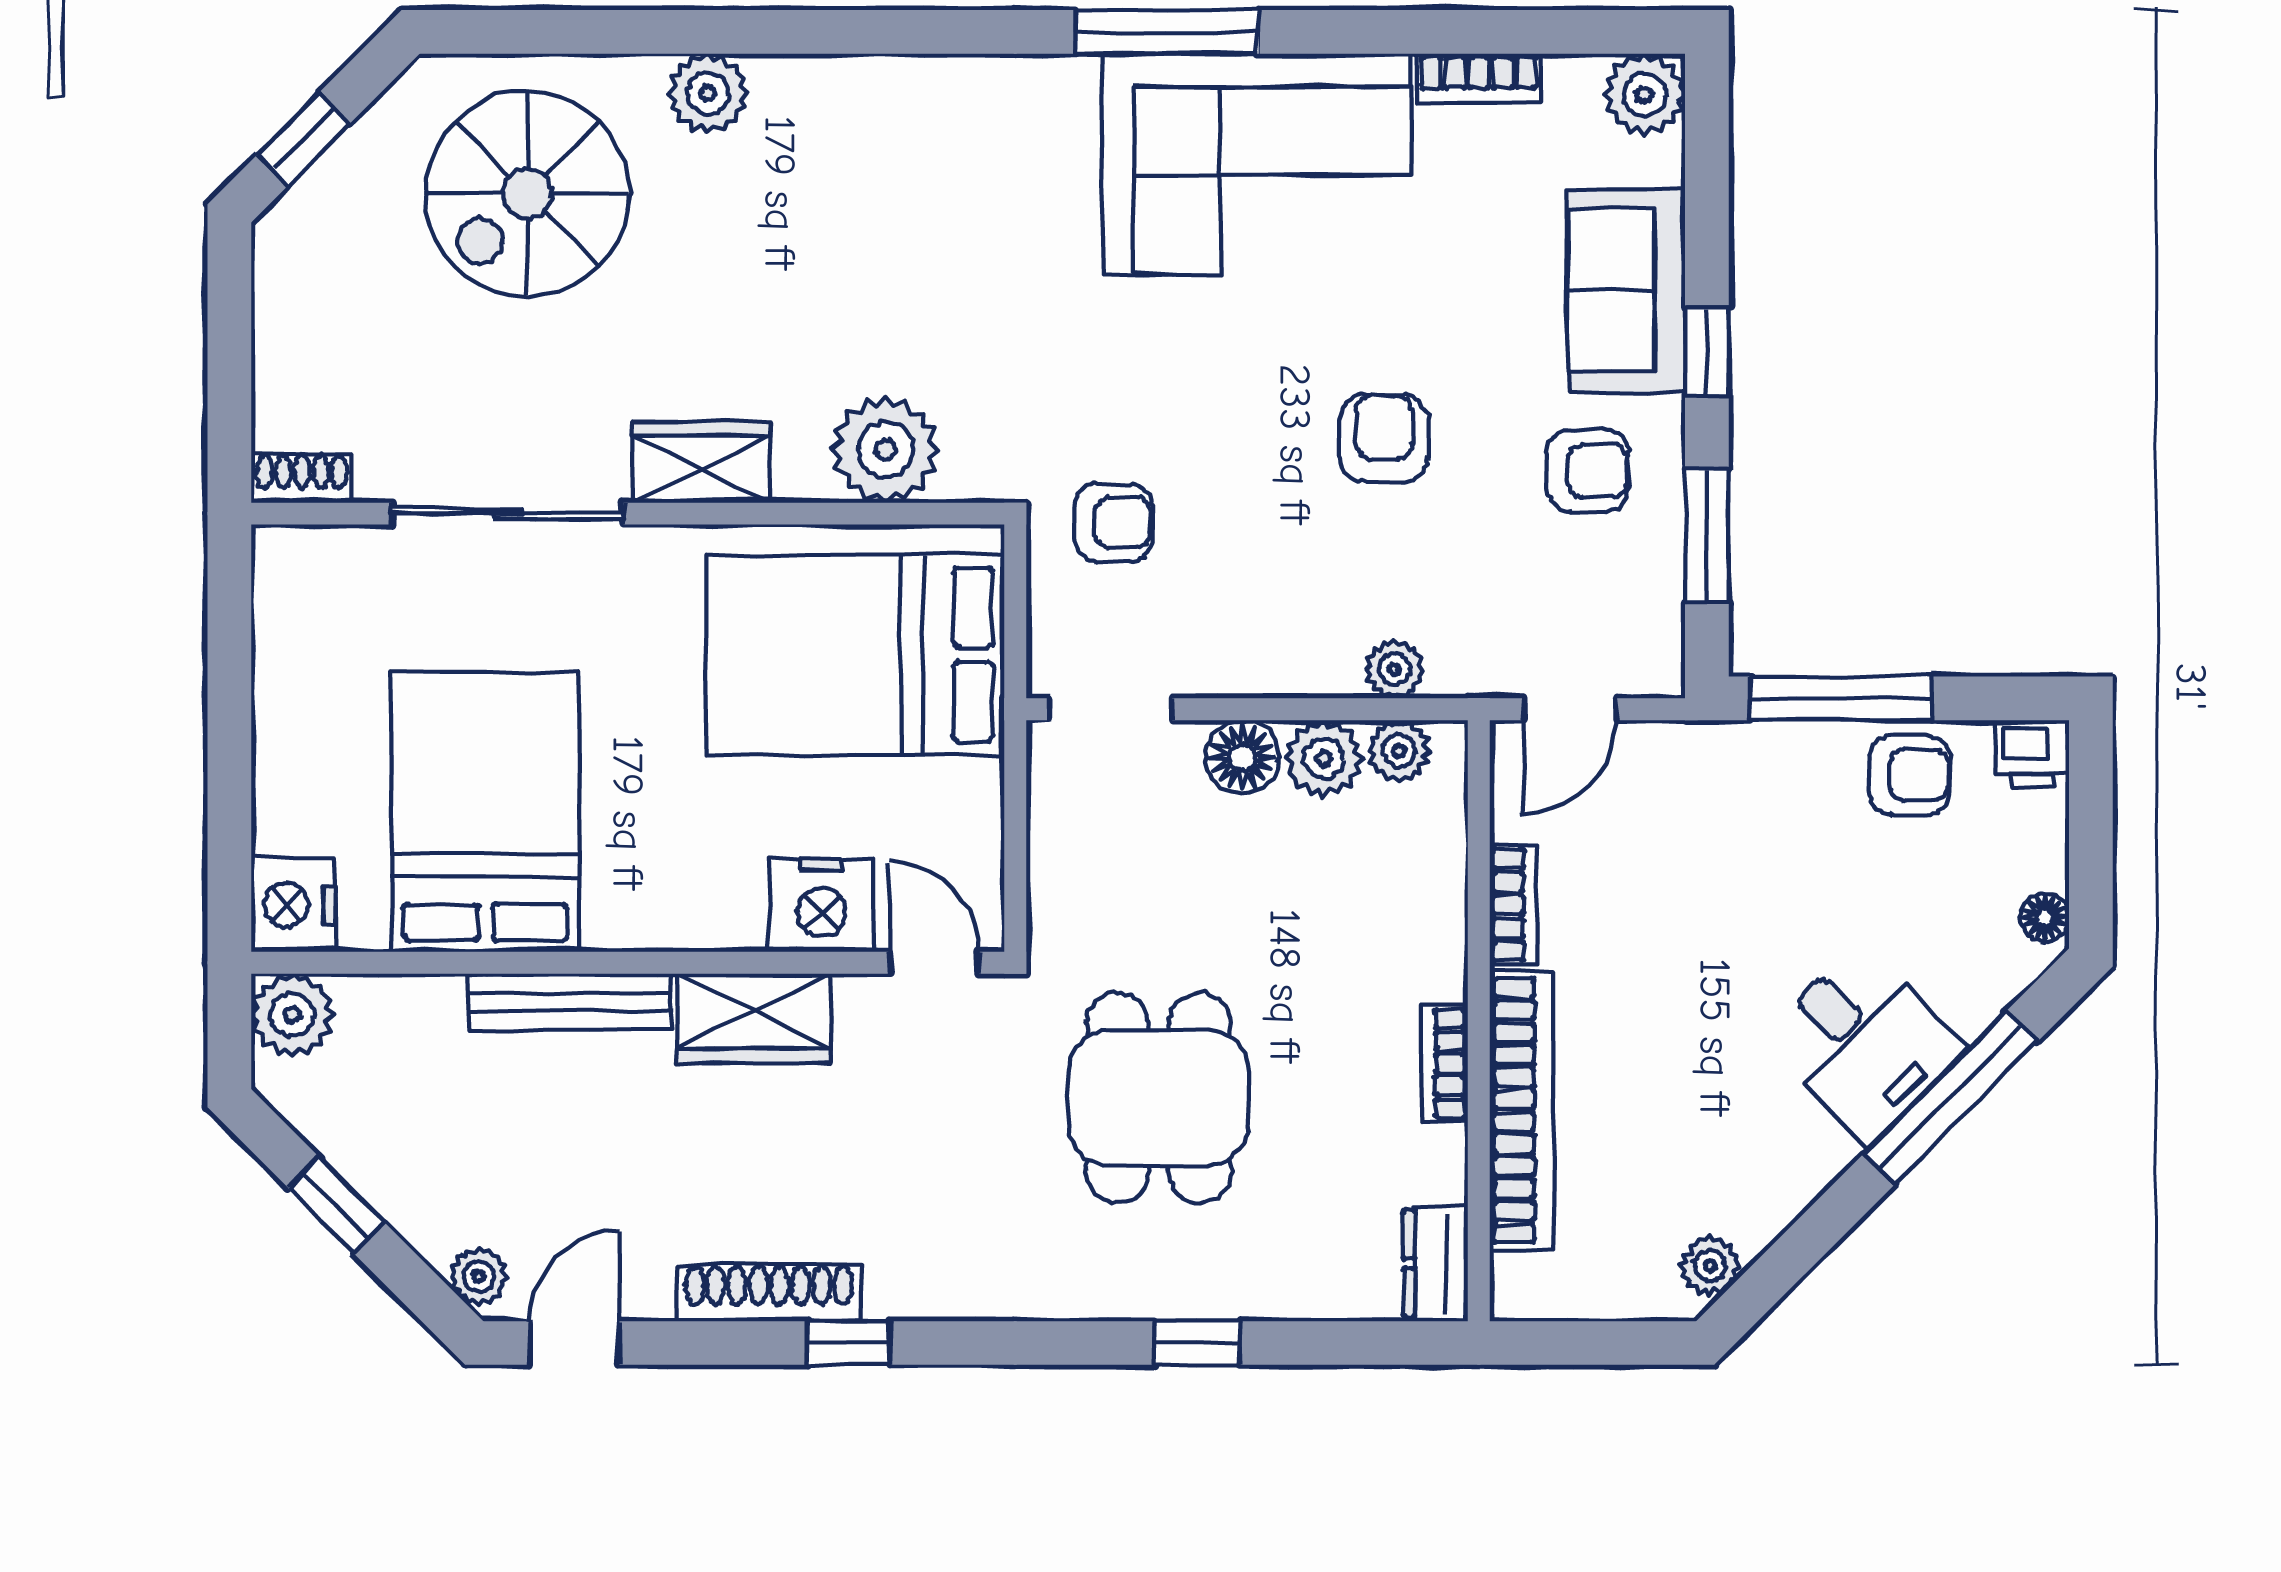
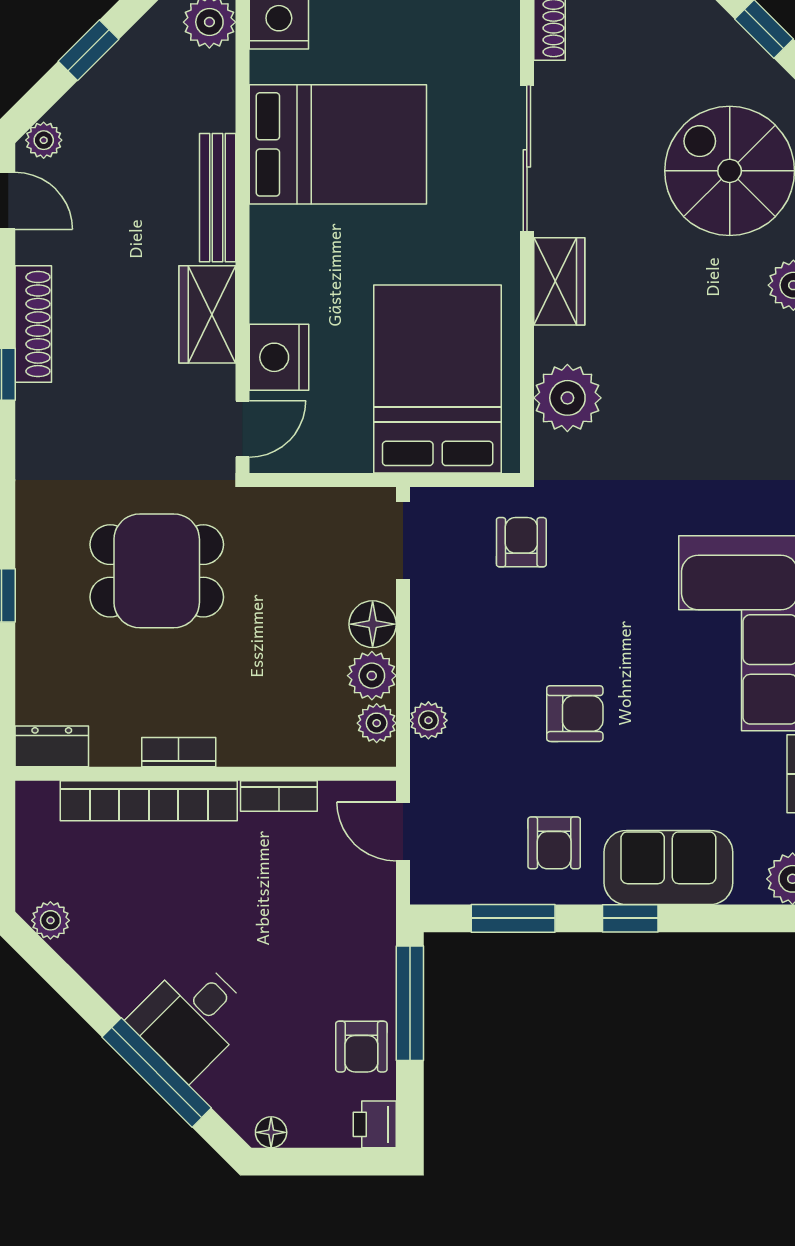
armchair: (1113, 522) -> (521, 542), turned 180

